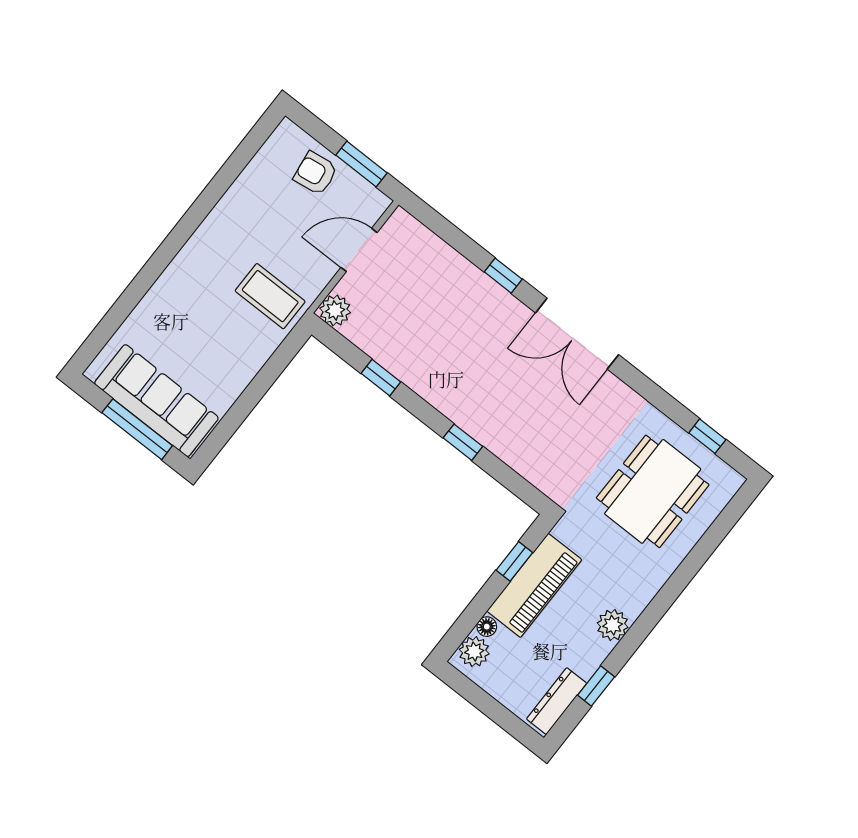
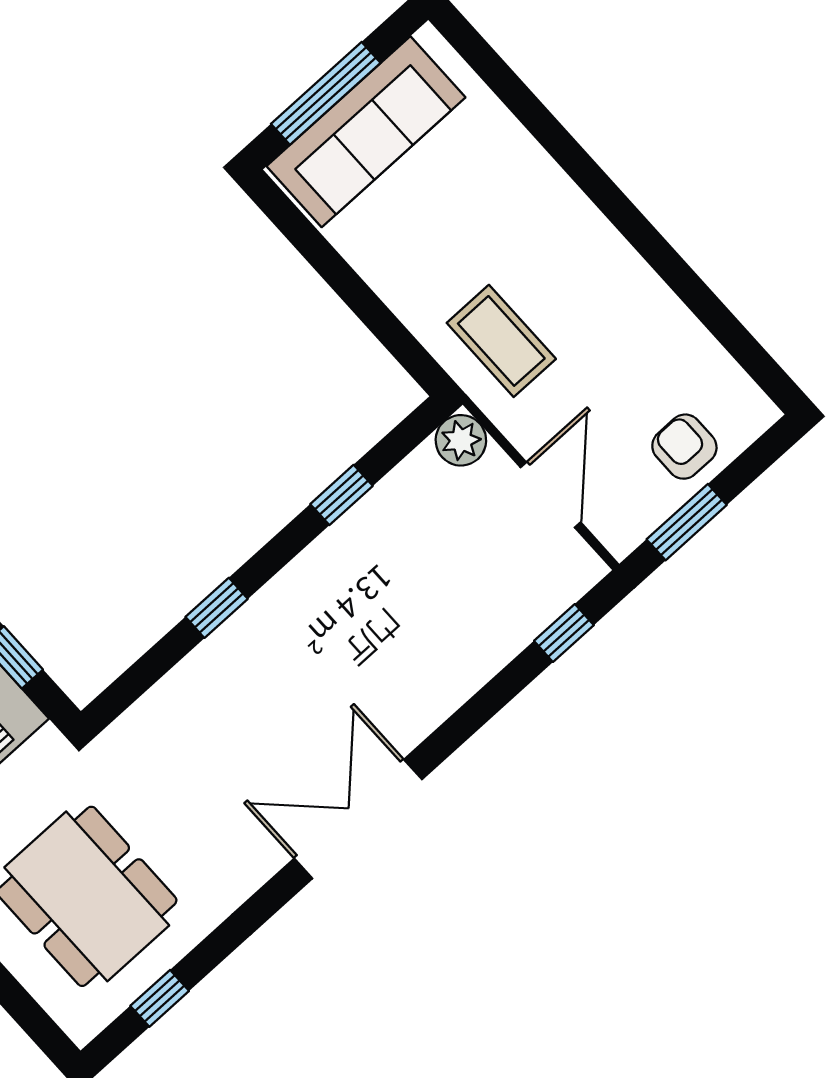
armchair: (316, 173) -> (684, 447), turned -82
window: (503, 276) -> (564, 633), moved
coffee table: (270, 296) -> (501, 341), turned 90

